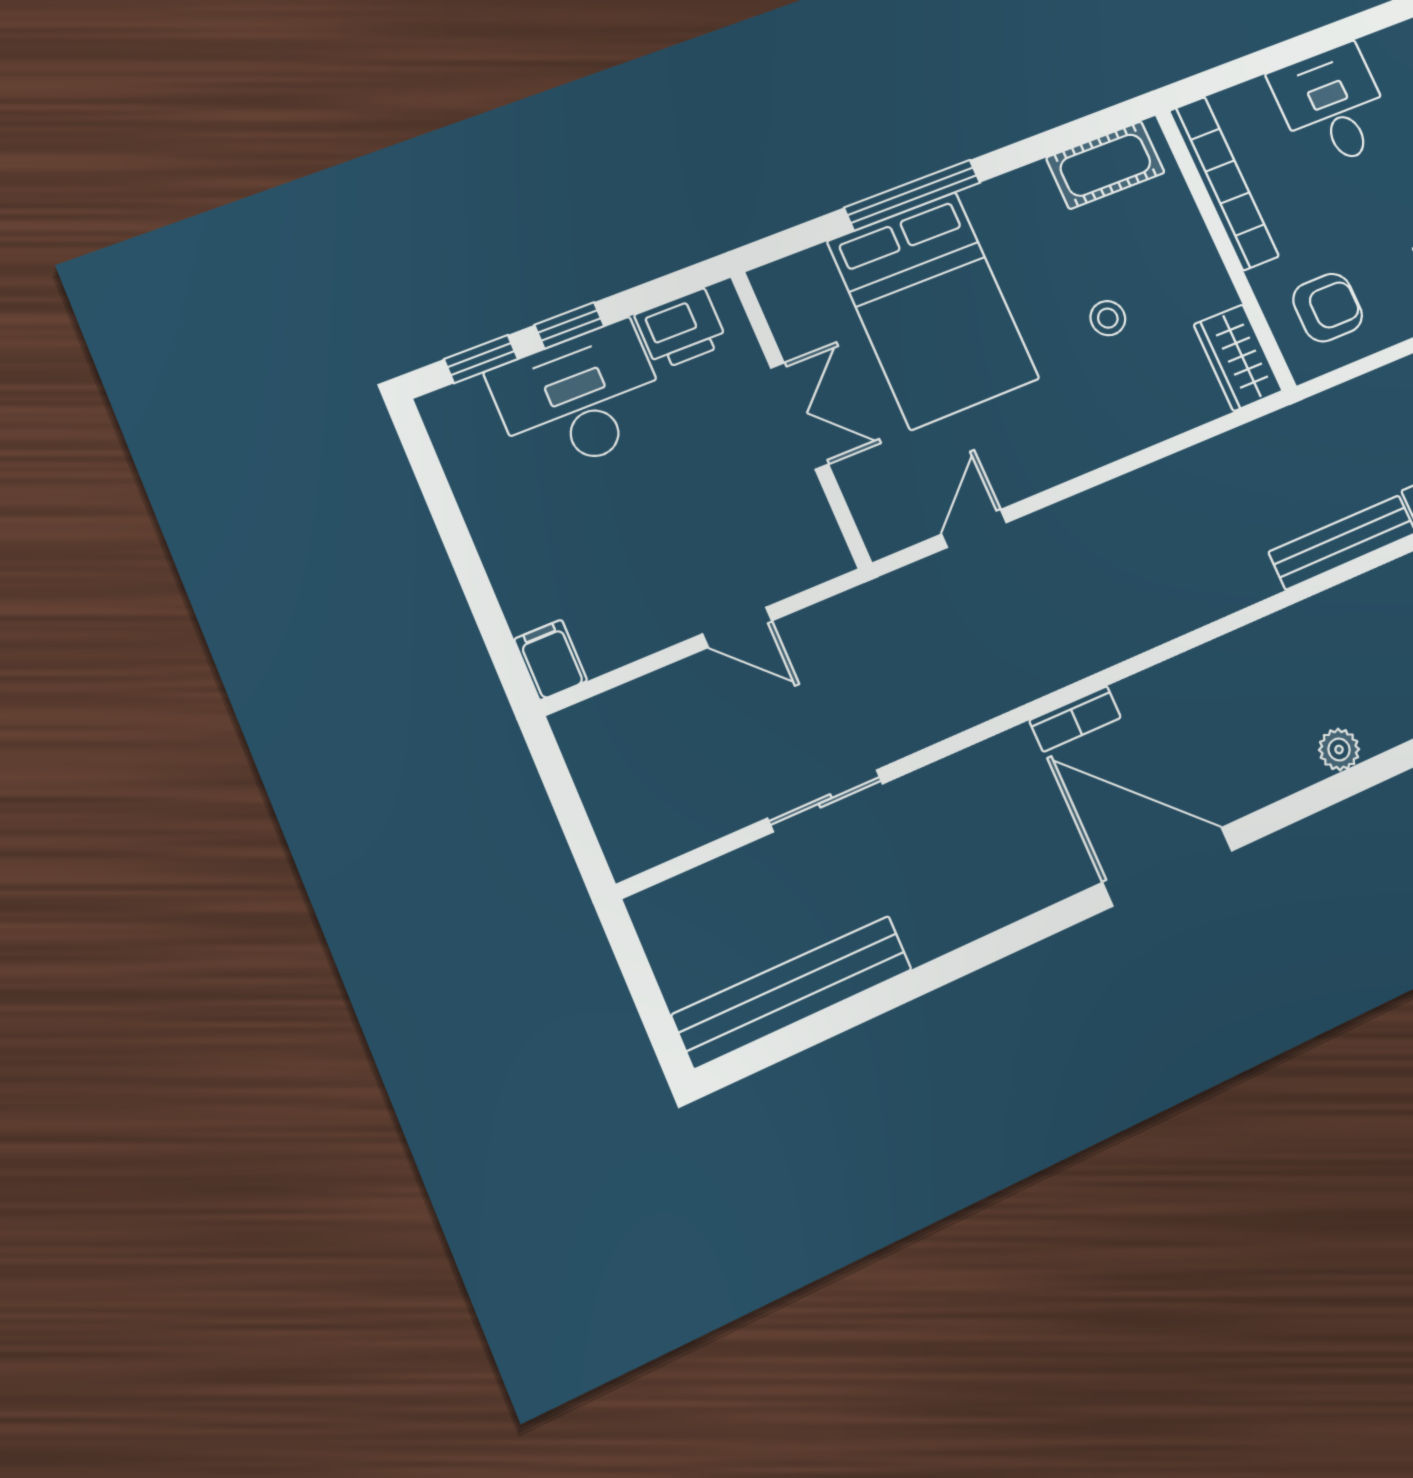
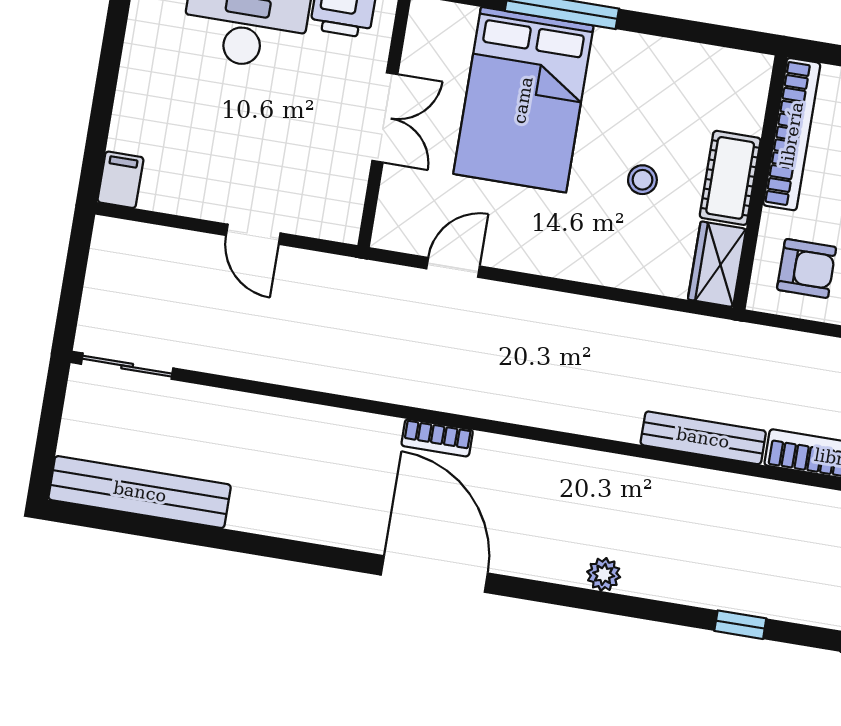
cot: (1105, 165) -> (730, 178), moved, turned 90
sliding door: (825, 801) -> (127, 366), moved

